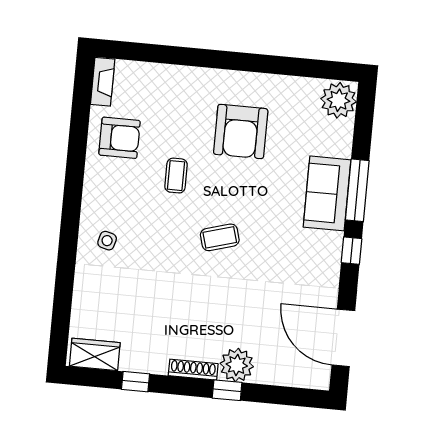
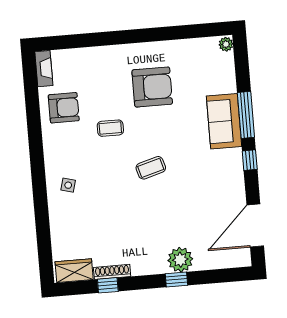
plant: (339, 100) -> (226, 44), width x0.53, depth x0.53
armchair: (241, 132) -> (152, 87), turned -90
coffee table: (176, 176) -> (110, 128), turned 90
door: (343, 338) -> (255, 226), hinge flipped
shoe rack: (193, 370) -> (112, 272), moved

